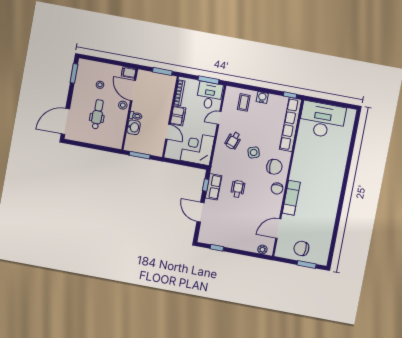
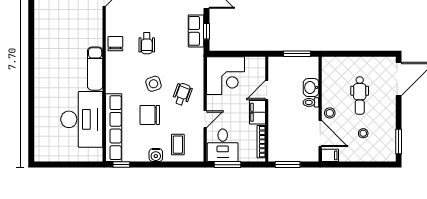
desk: (322, 120) -> (82, 119), moved, turned -90
door: (168, 132) -> (267, 90), hinge flipped
chair: (274, 167) -> (150, 115), moved
wheelchair: (238, 189) -> (147, 43), moved
exam couch: (291, 198) -> (95, 69), moved

